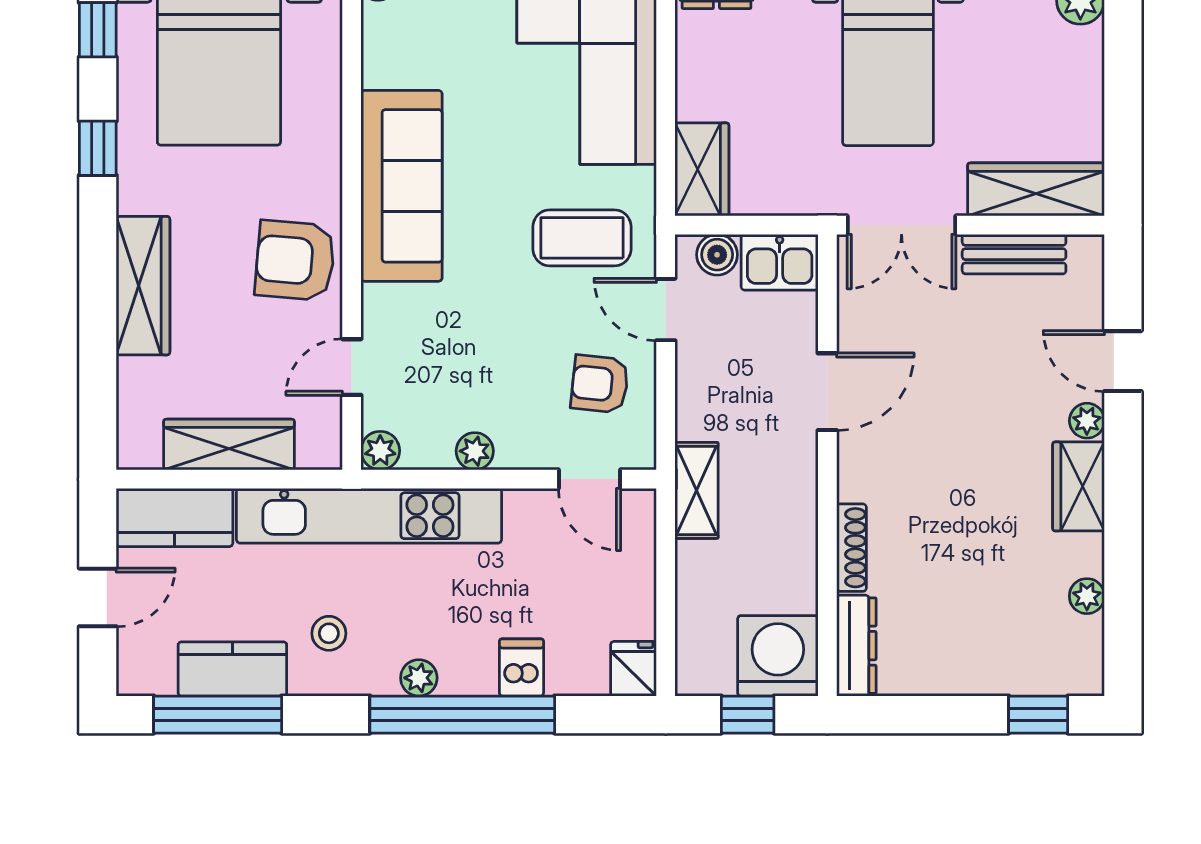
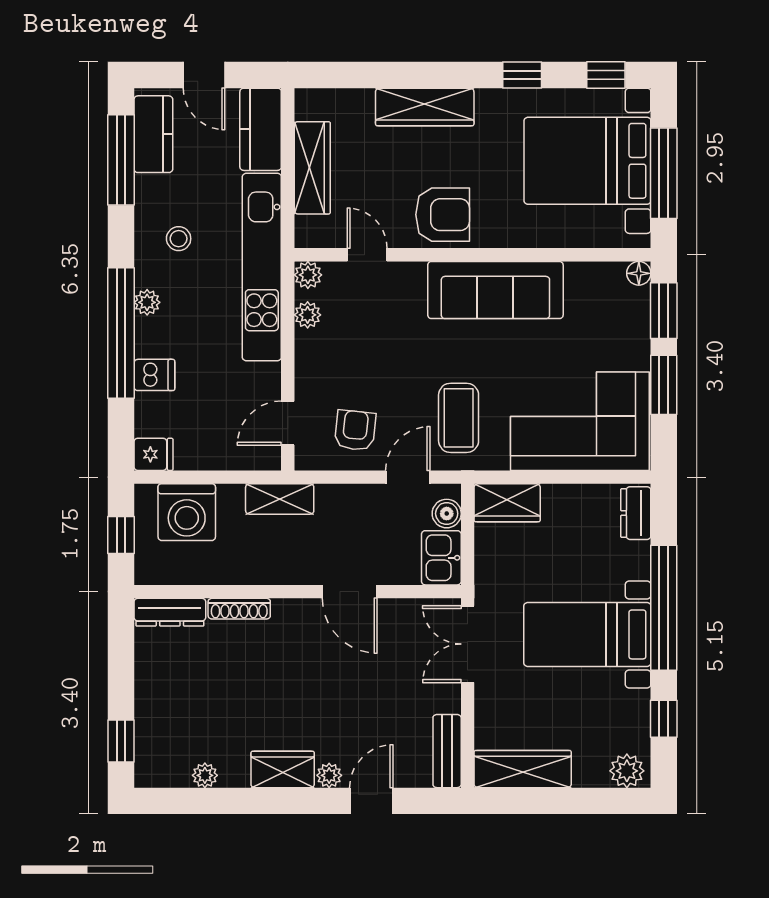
wardrobe: (1036, 189) -> (523, 769), moved, turned -90
bench: (1014, 254) -> (447, 751), moved
armchair: (295, 260) -> (443, 215), turned 85
plant: (475, 451) -> (308, 315), moved
washing machine: (778, 656) -> (187, 512), moved, turned 90
kitchen counter: (232, 669) -> (153, 134), moved

